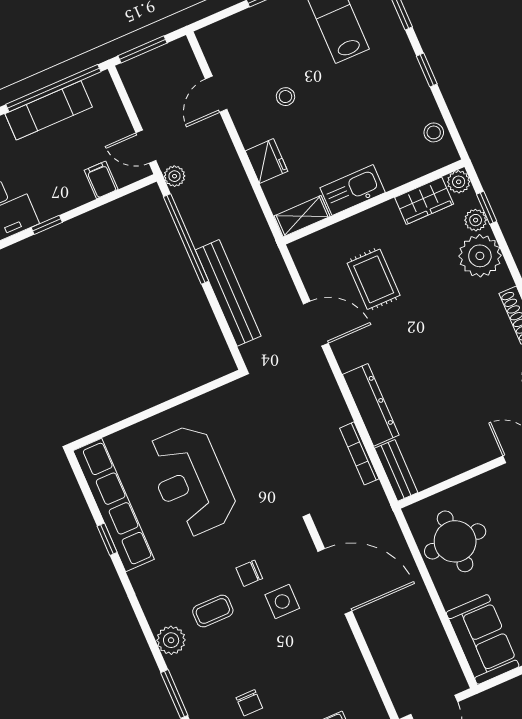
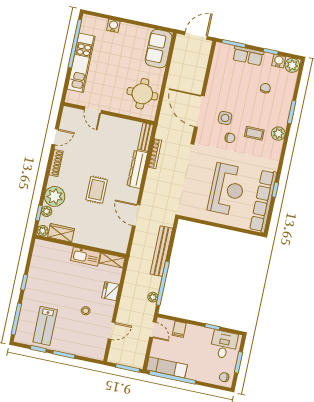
exam couch: (49, 110) -> (167, 367), moved
stool: (434, 132) -> (39, 256), removed
plant: (175, 176) -> (153, 297), moved
rug: (374, 279) -> (97, 190), moved

